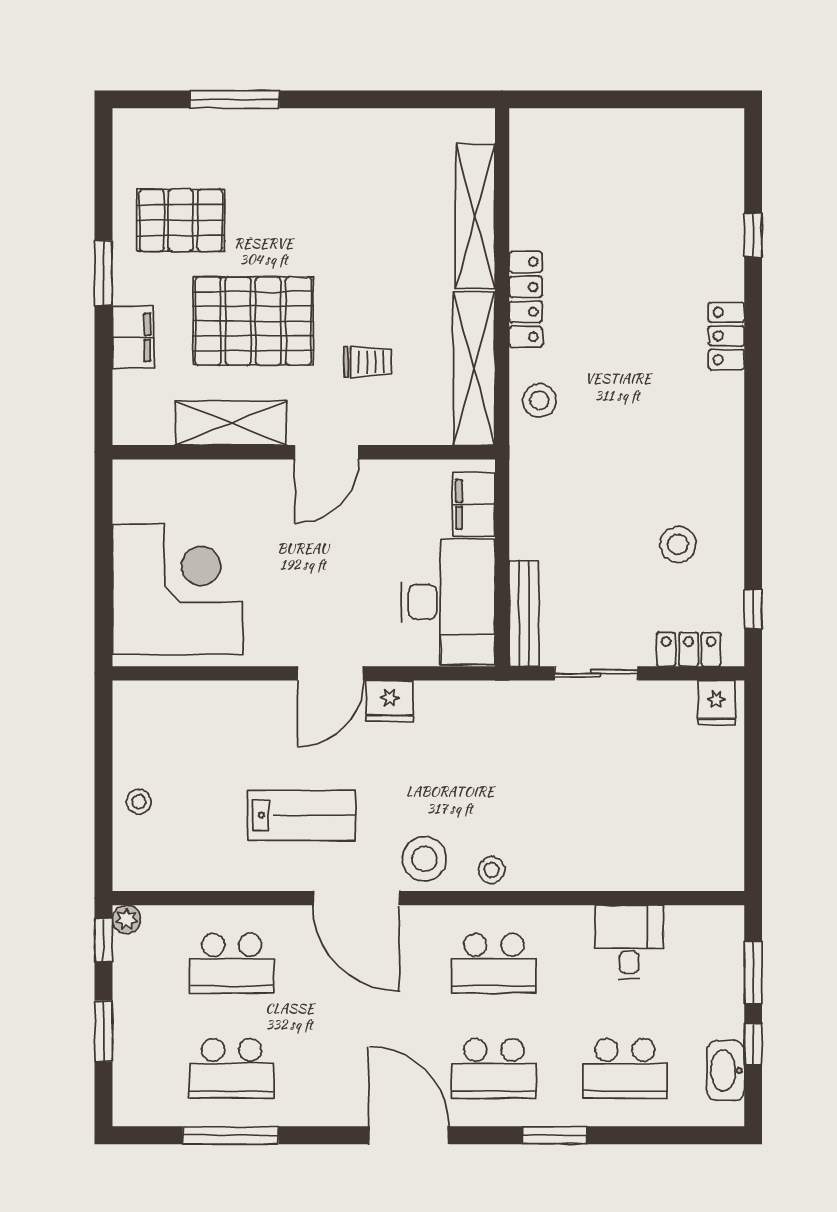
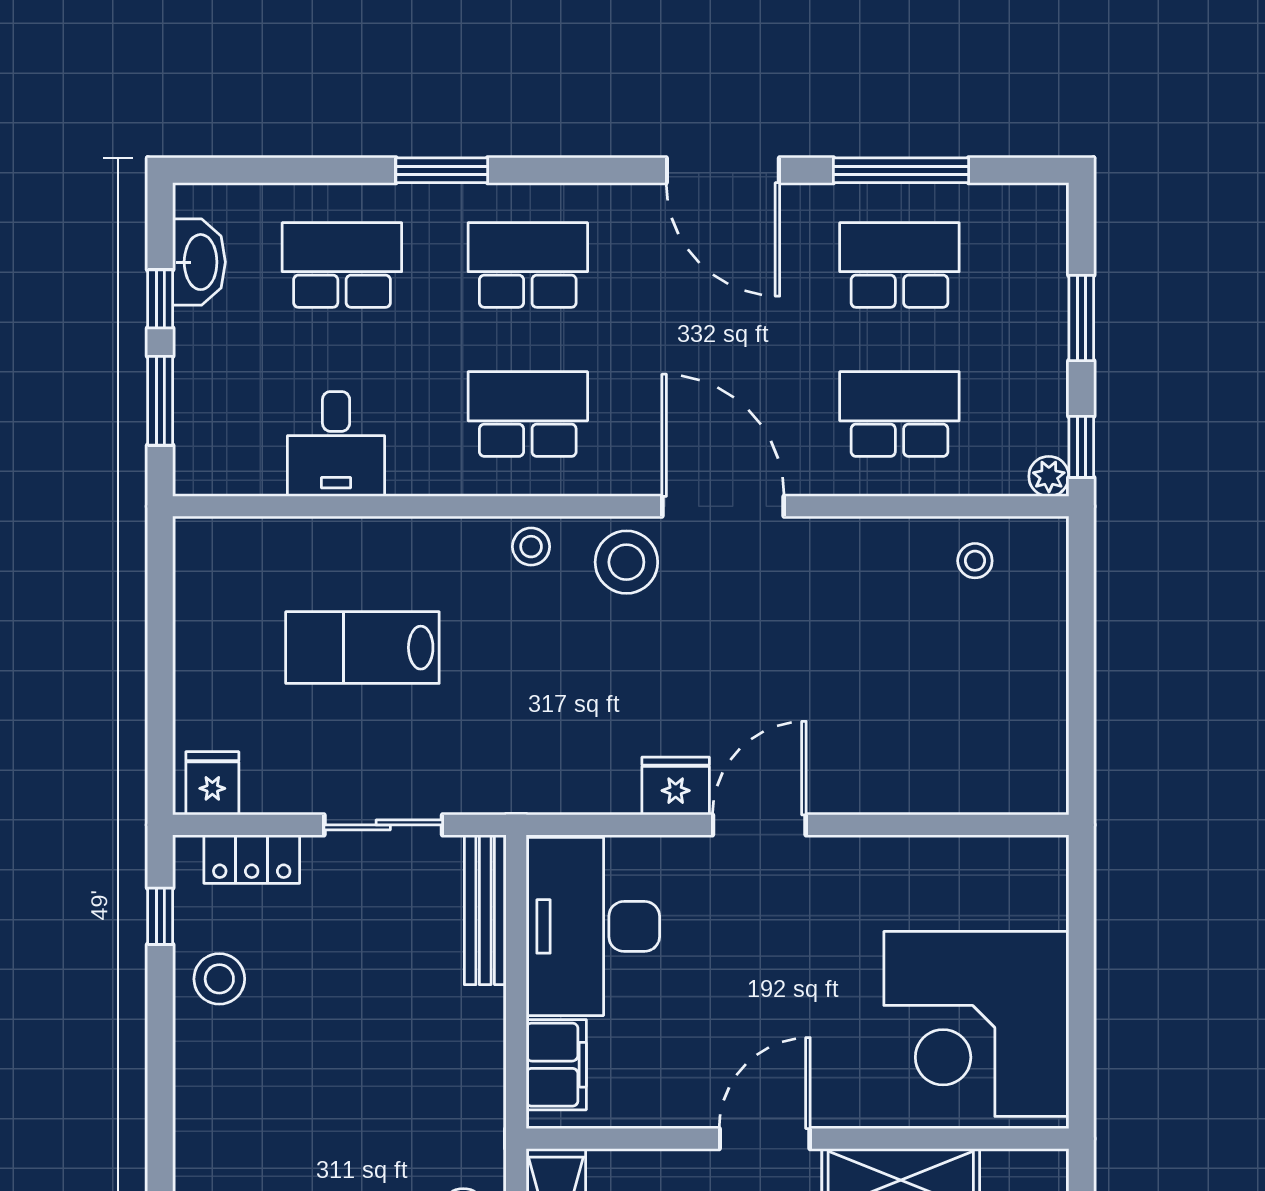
stool: (678, 544) -> (219, 979), moved
corner desk: (178, 589) -> (976, 1024), moved
stool: (139, 802) -> (975, 561), moved
lab bench: (301, 815) -> (362, 648), moved
door: (409, 1135) -> (723, 170), moved

